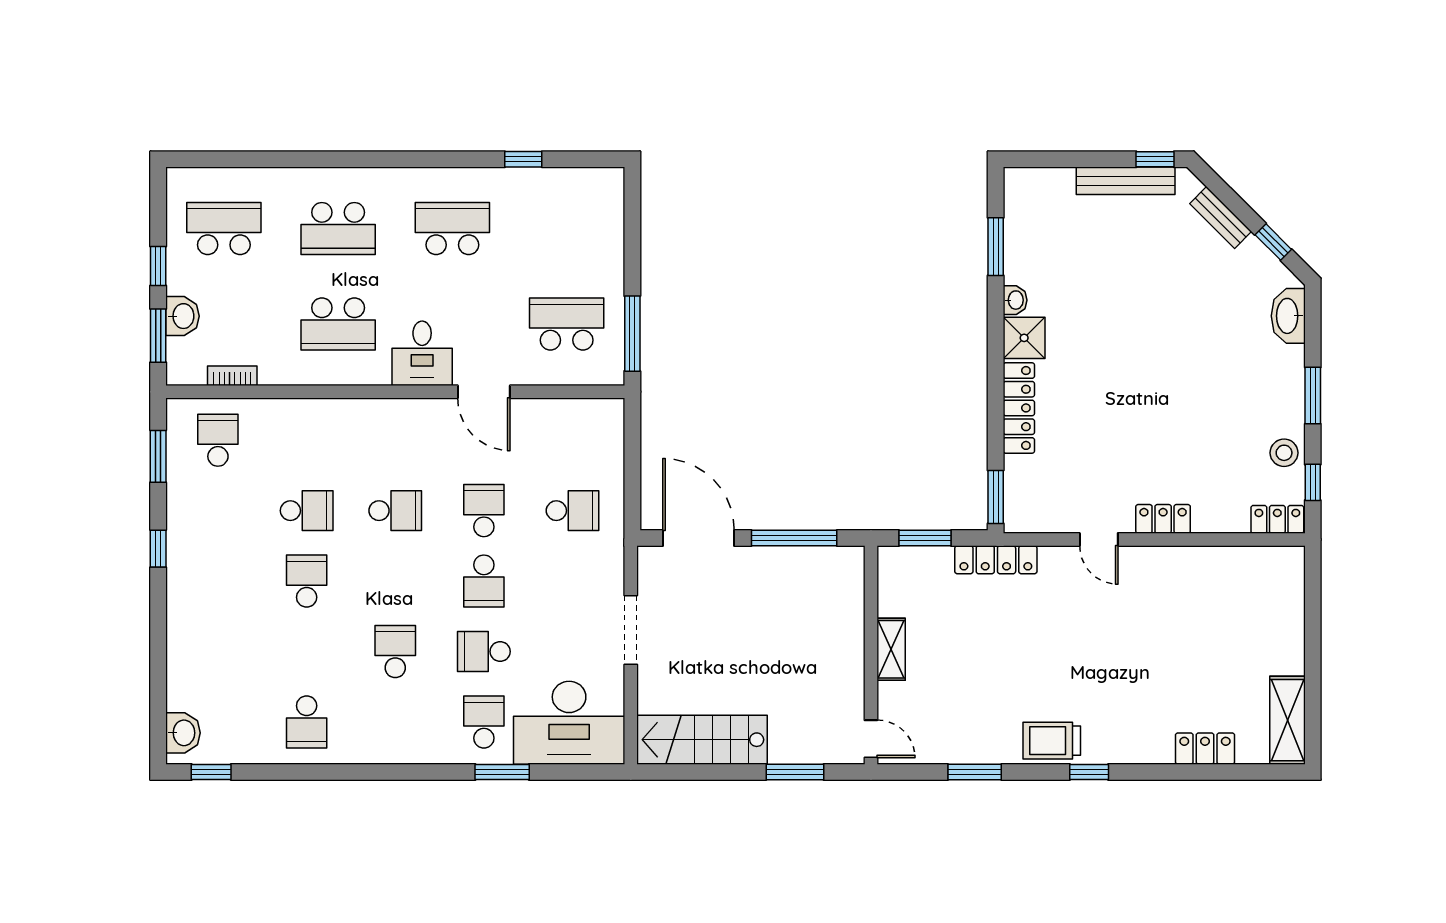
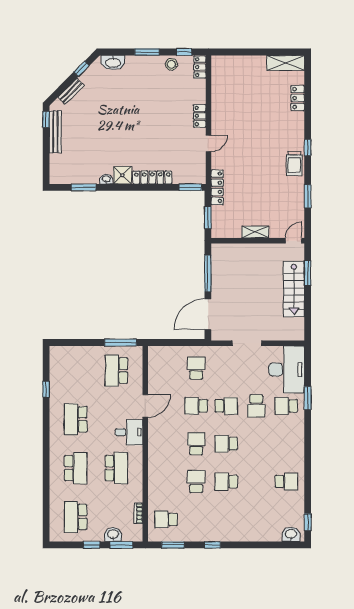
school desk: (395, 652) -> (226, 444), moved
stairs: (702, 740) -> (294, 289), moved

